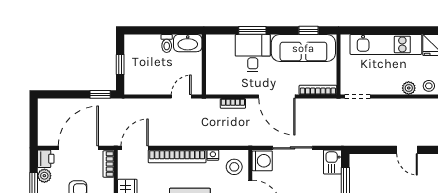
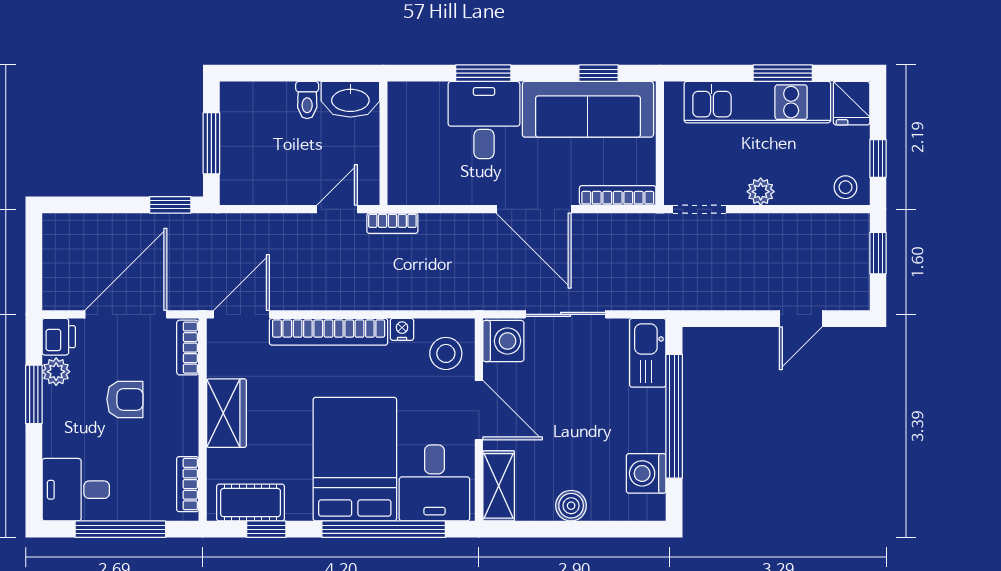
window: (398, 30) -> (783, 73), added
window: (120, 65) -> (211, 143), width x1.50
plant: (409, 88) -> (761, 192), moved
bookcase: (233, 103) -> (392, 223), moved
door: (407, 150) -> (801, 319), hinge flipped
kitchen sink: (332, 162) -> (648, 353), width x1.38

